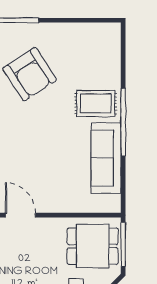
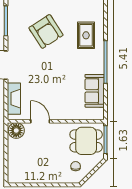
rug: (96, 104) -> (86, 35), moved, turned 90
sofa: (106, 158) -> (95, 91), width x0.73

